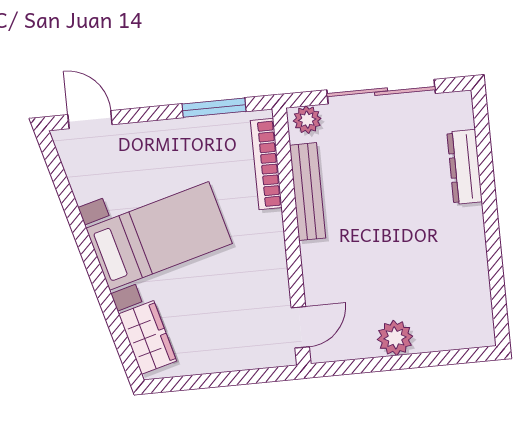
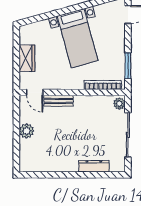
bench: (308, 192) -> (59, 101), moved, width x0.73
wardrobe: (148, 337) -> (27, 58), moved, turned -75

